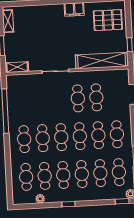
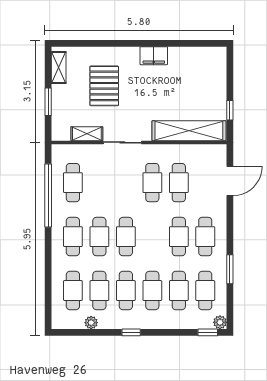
pallet: (108, 20) -> (104, 86), moved, turned 90
shelving: (17, 67) -> (87, 134), moved
cafe table: (80, 136) -> (73, 183), moved

